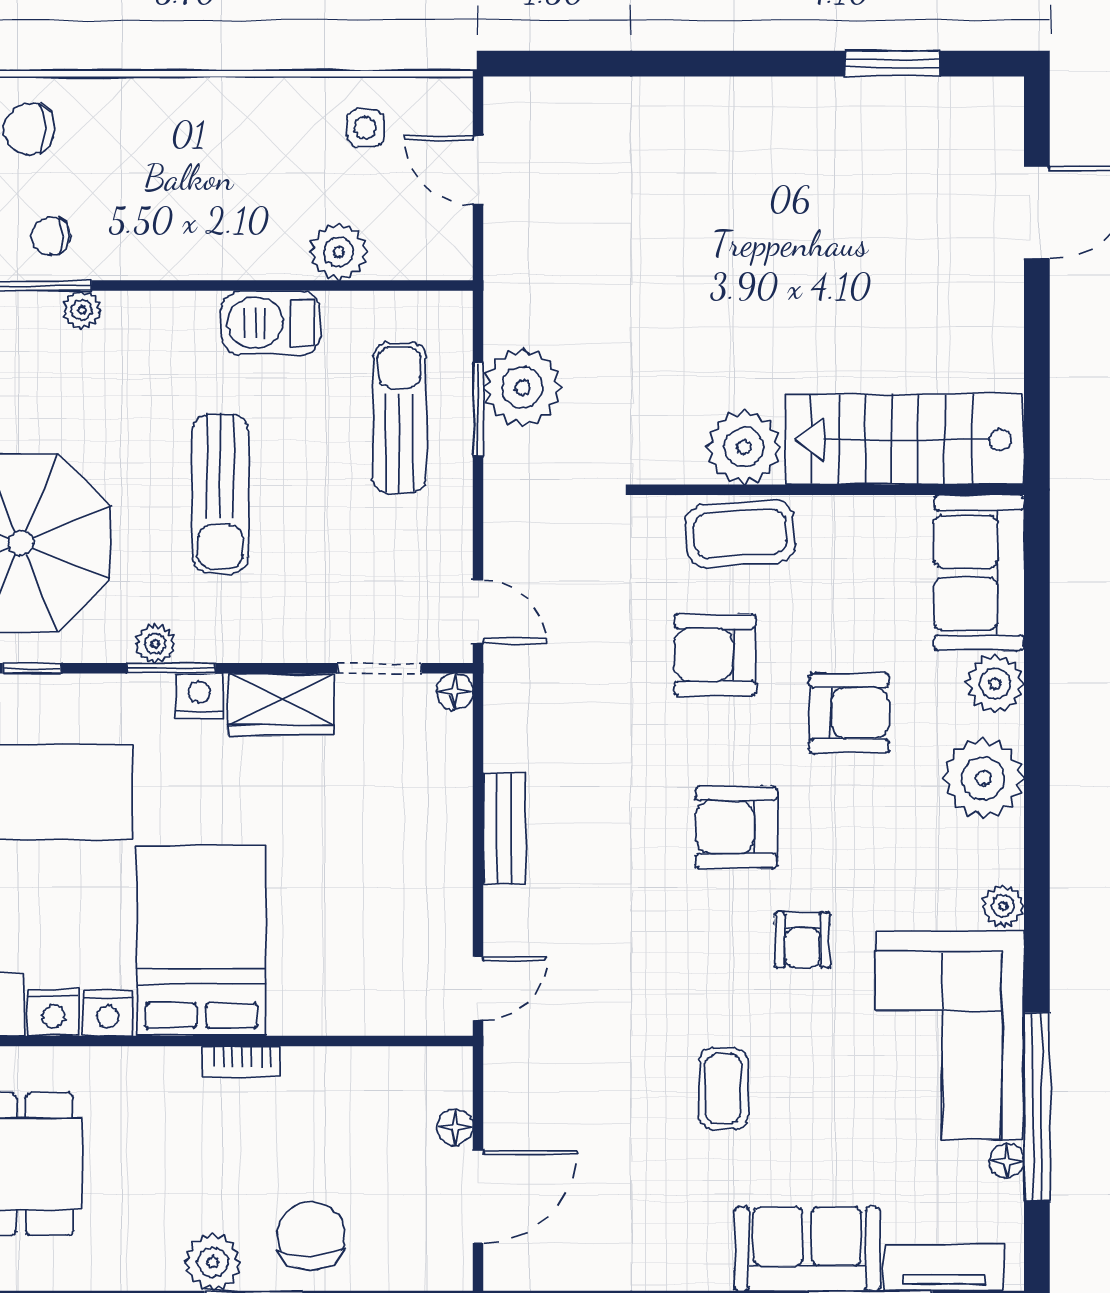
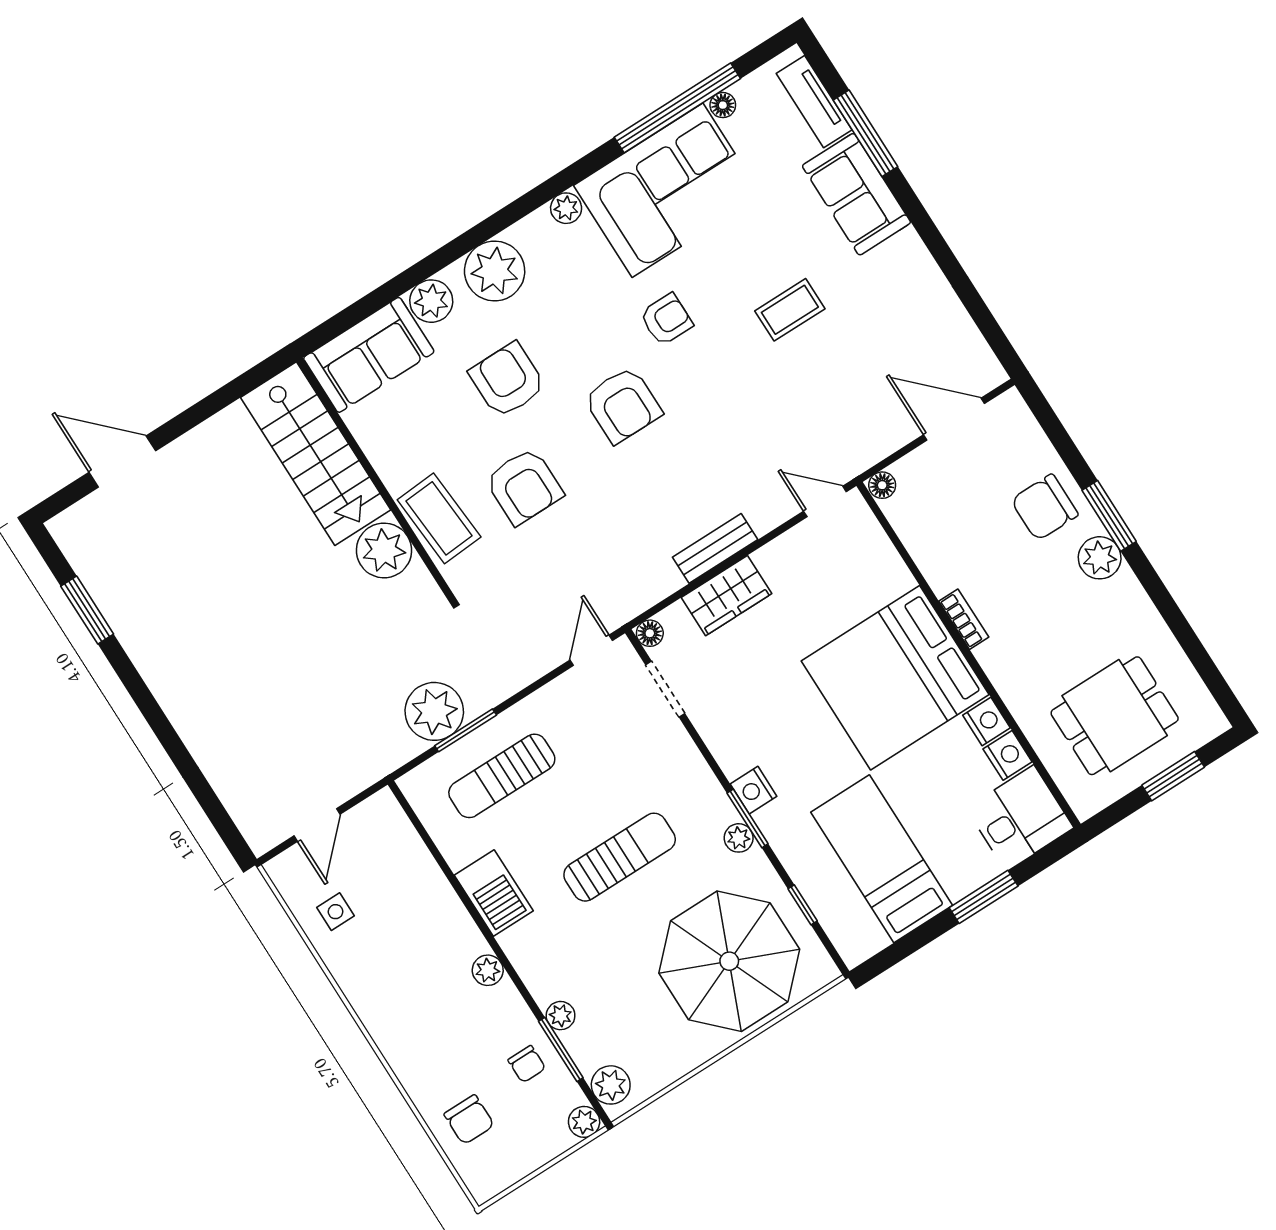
plant: (339, 252) -> (488, 970), moved, width x0.73, depth x0.73
wardrobe: (281, 704) -> (727, 596), moved, turned 90
bed: (201, 940) -> (895, 678), width x1.36
floor lamp: (455, 1127) -> (882, 485), moved

